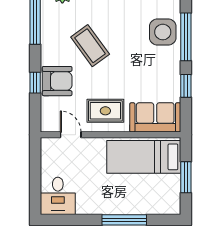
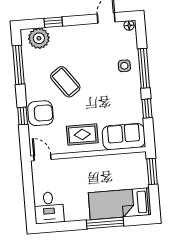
side table: (163, 32) -> (124, 66), width x0.54, depth x0.54
door: (71, 135) -> (42, 158), moved
bed: (144, 157) -> (120, 204), moved
window: (186, 177) -> (152, 171), moved

